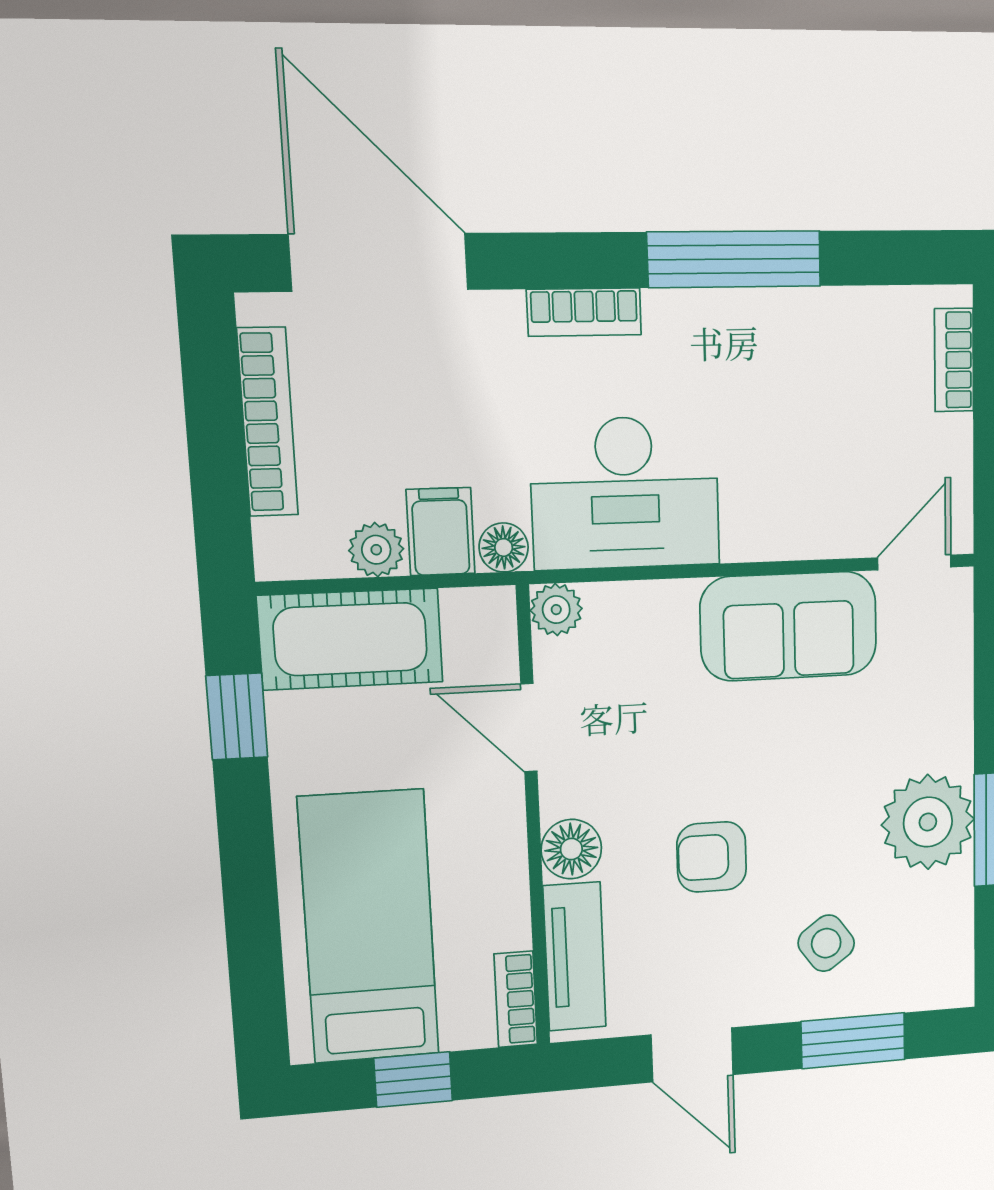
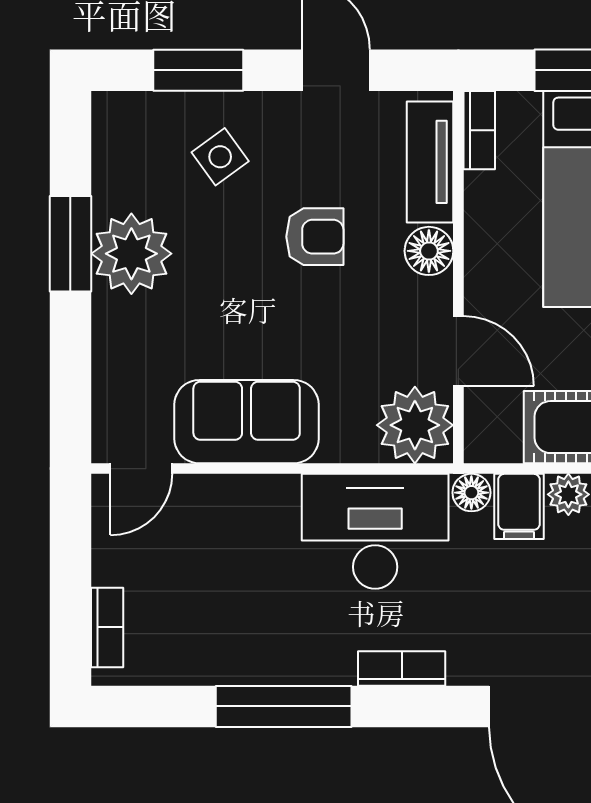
plant: (556, 610) -> (415, 425), width x1.87, depth x1.87

